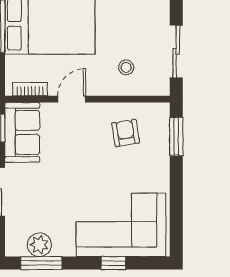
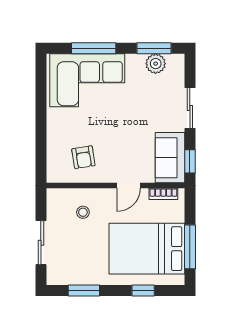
sliding door: (176, 51) -> (41, 243), moved
window: (176, 136) -> (41, 154), removed
window: (113, 263) -> (94, 48), width x2.17

